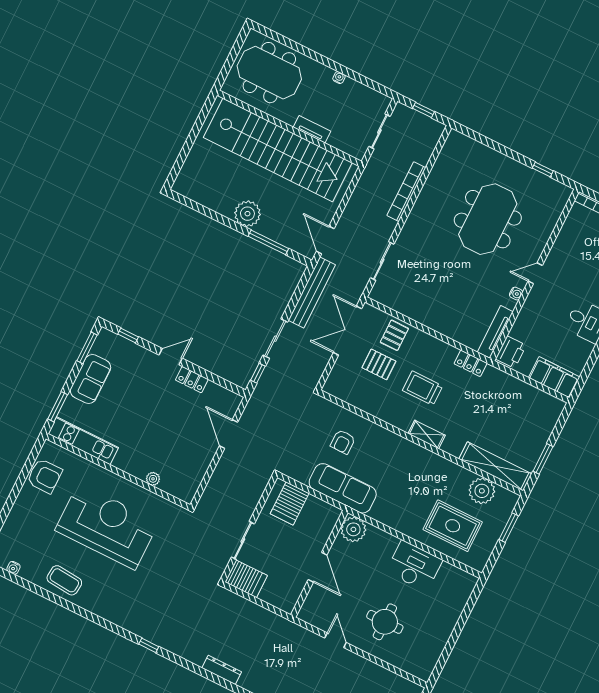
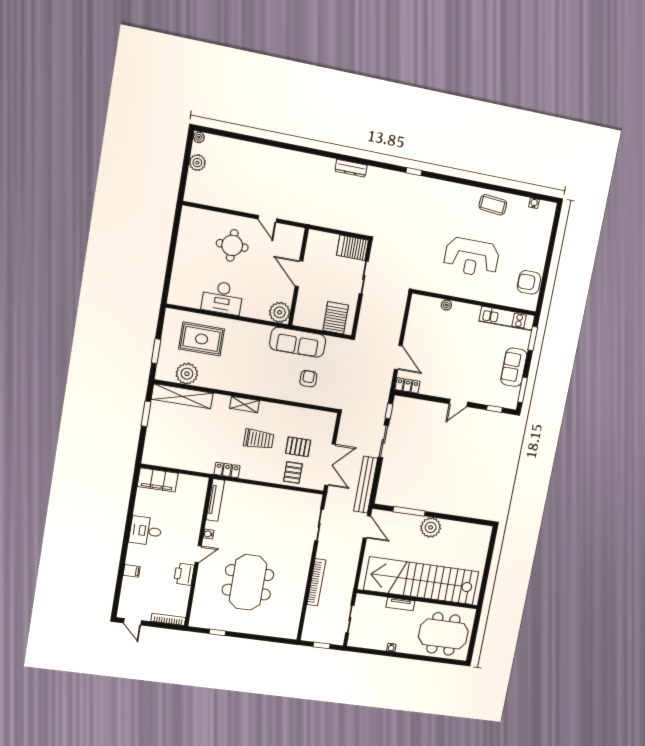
printer: (511, 352) -> (184, 574), moved
locker: (192, 380) -> (407, 385), moved
reception desk: (107, 526) -> (472, 257), width x0.74, depth x0.77

